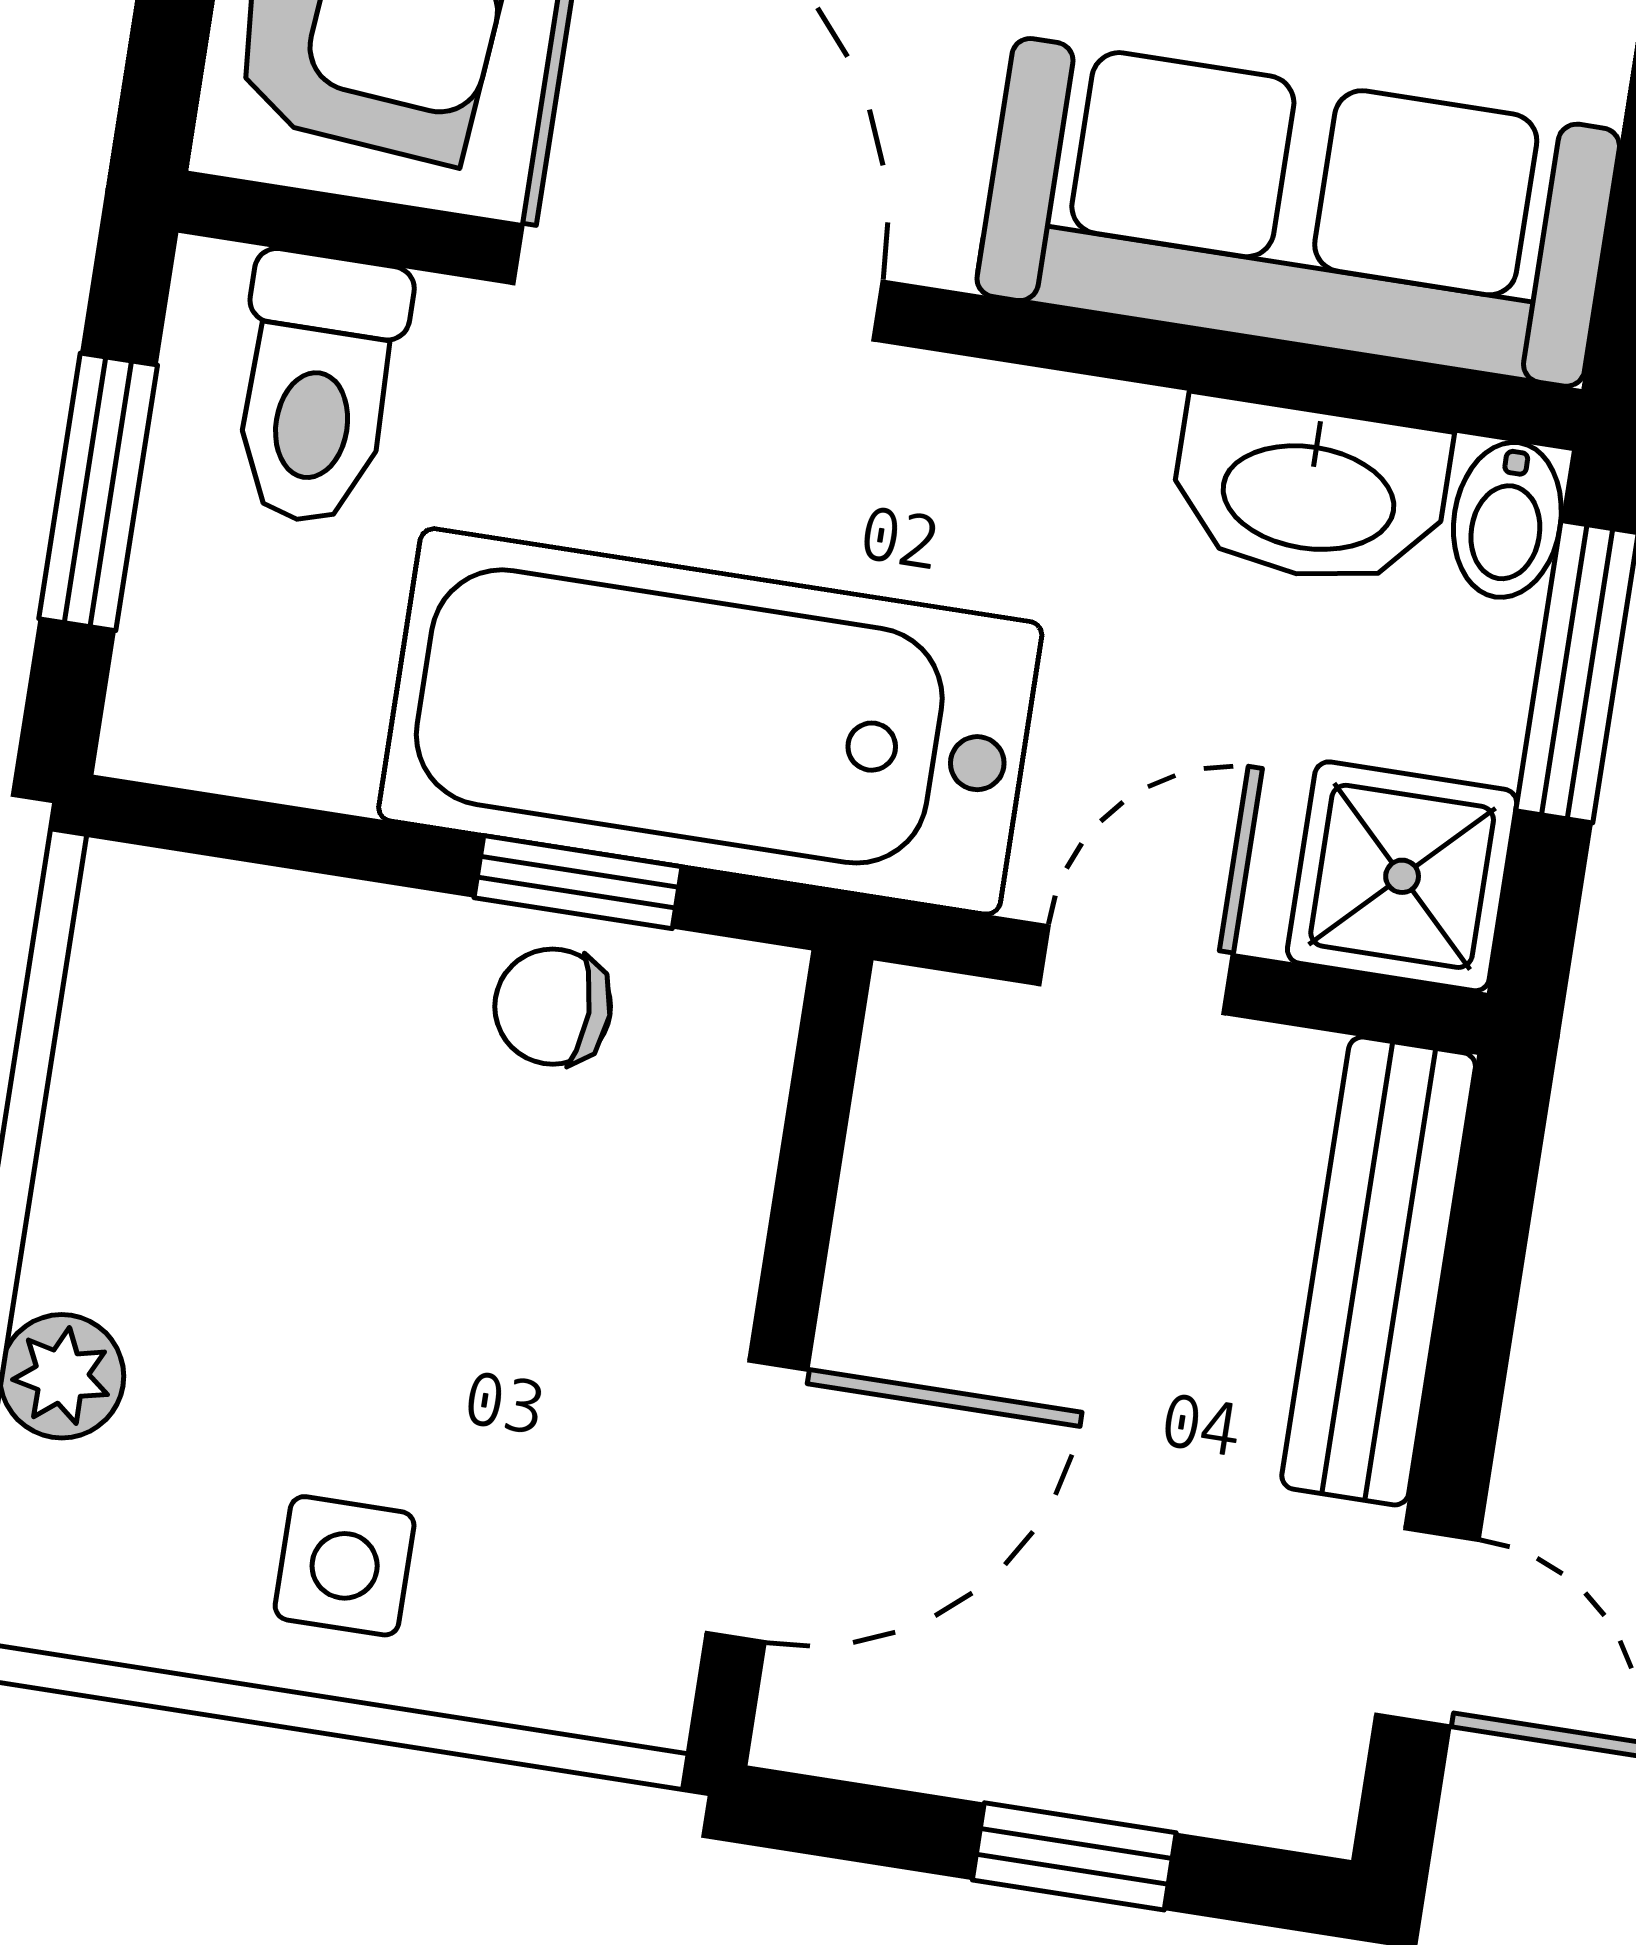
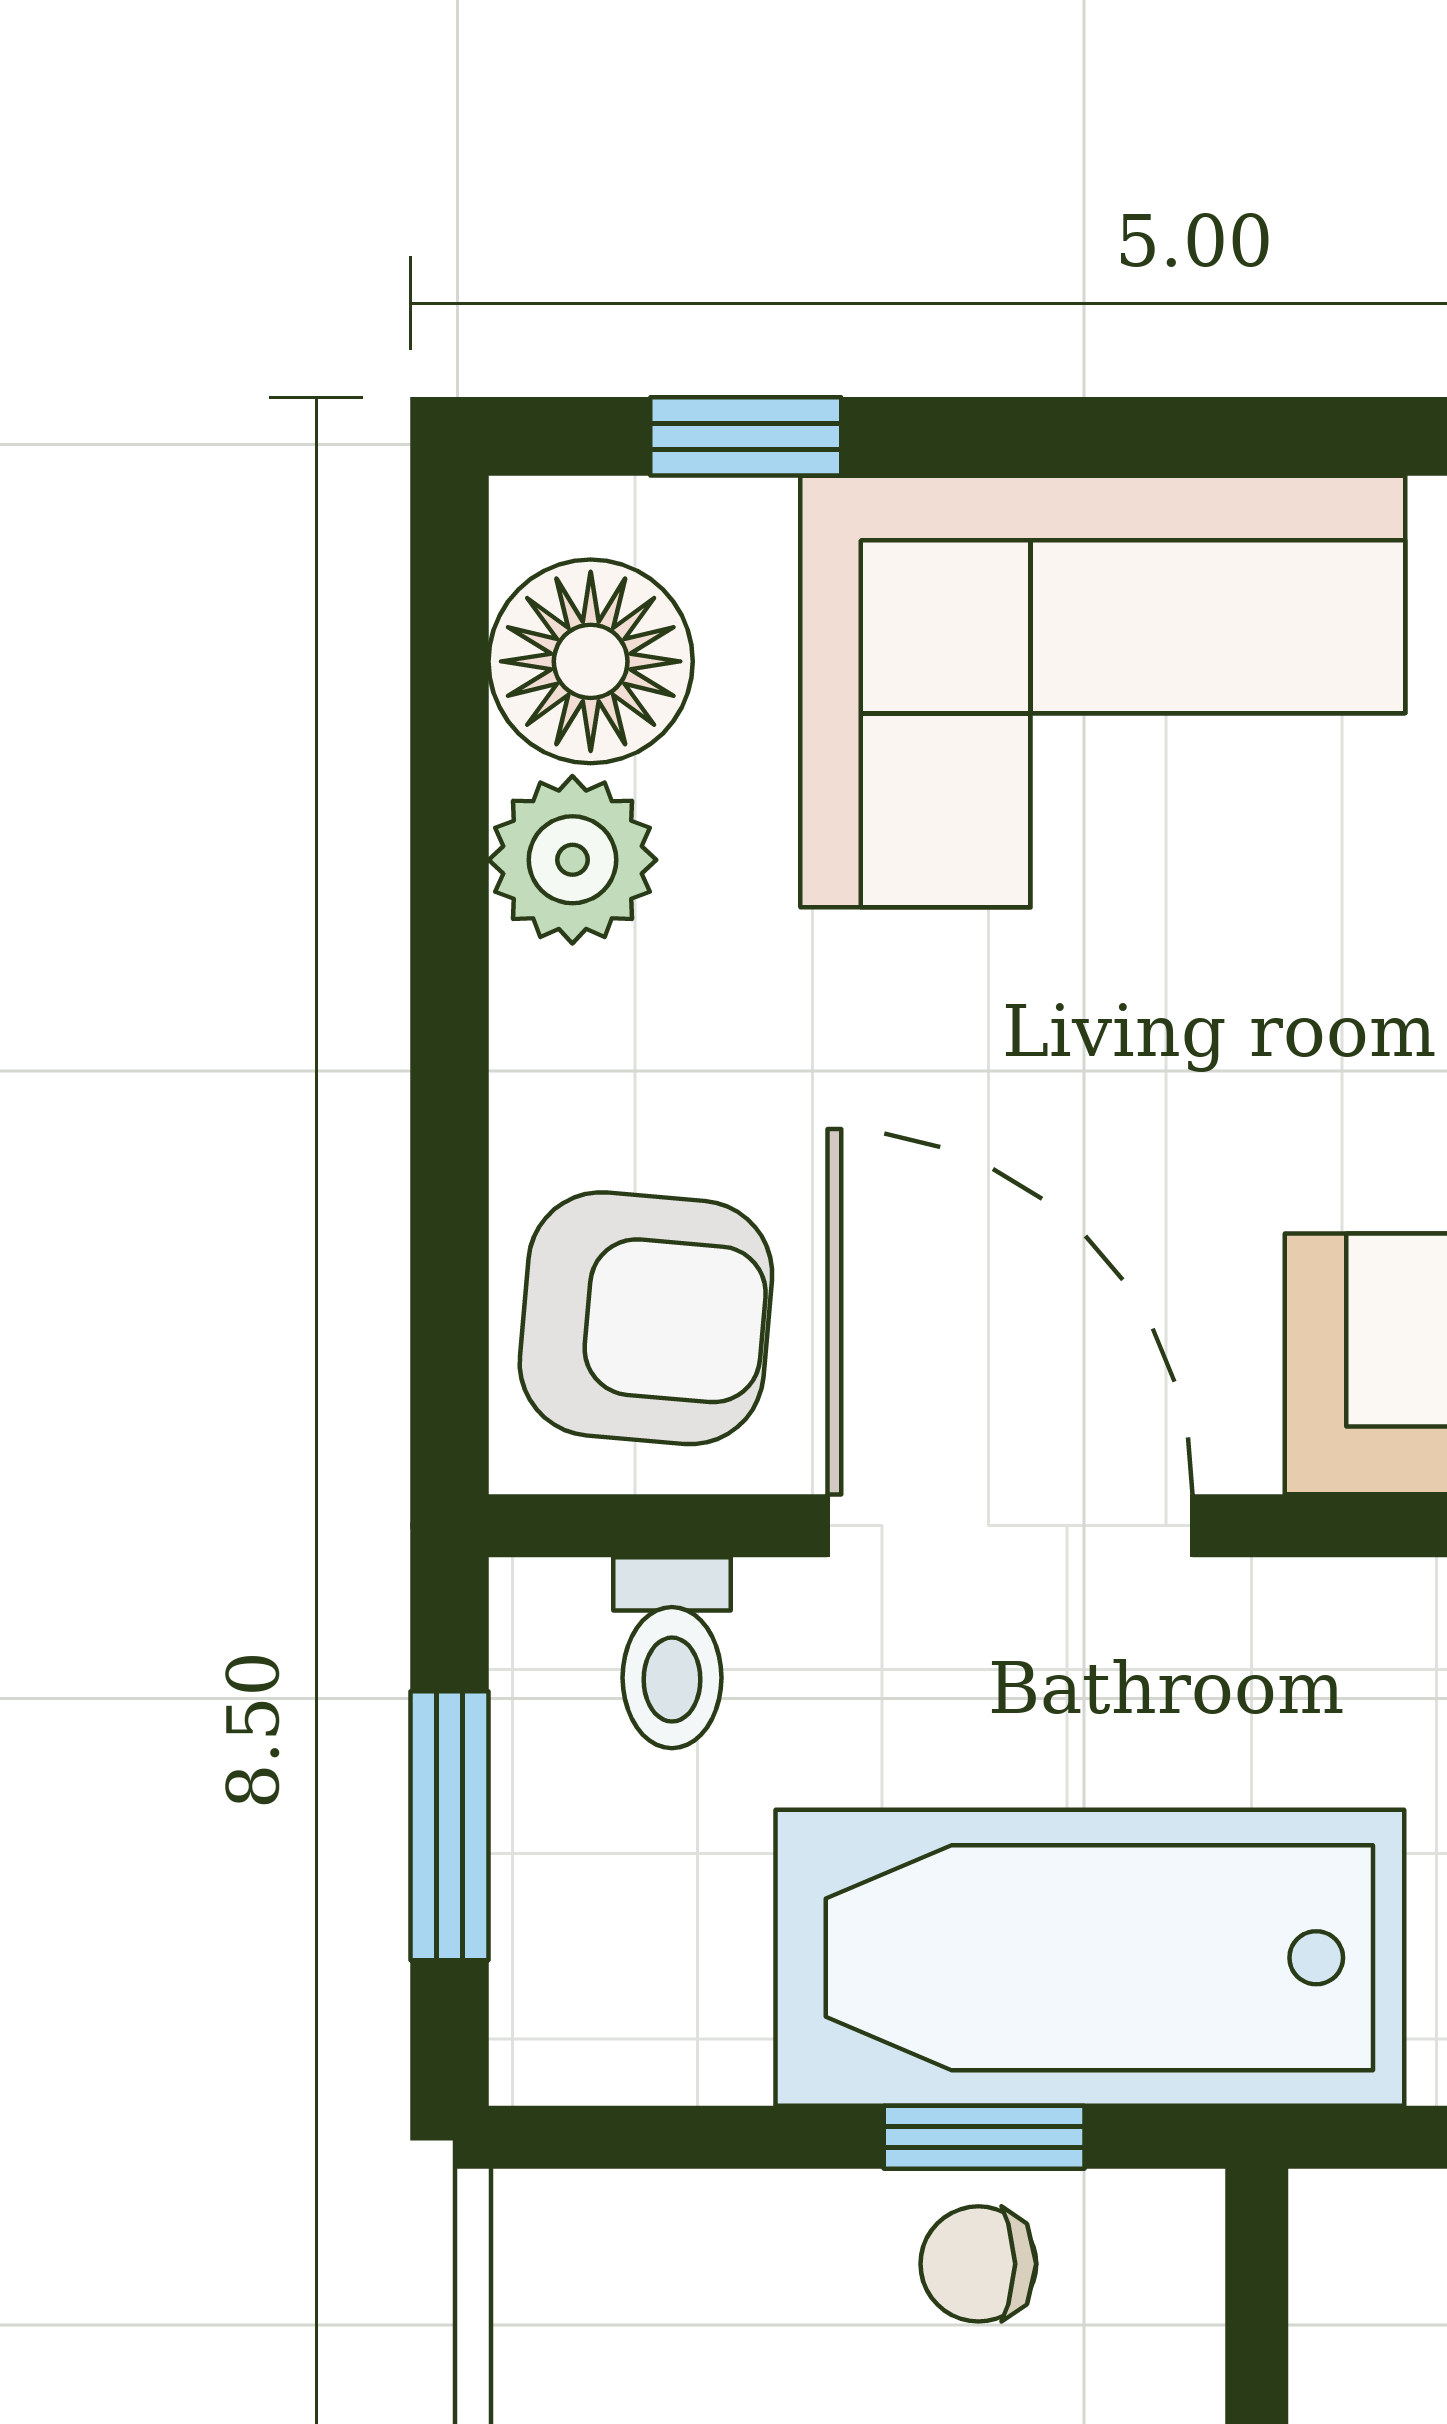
toilet: (317, 388) -> (672, 1653), width x0.73, depth x0.72

